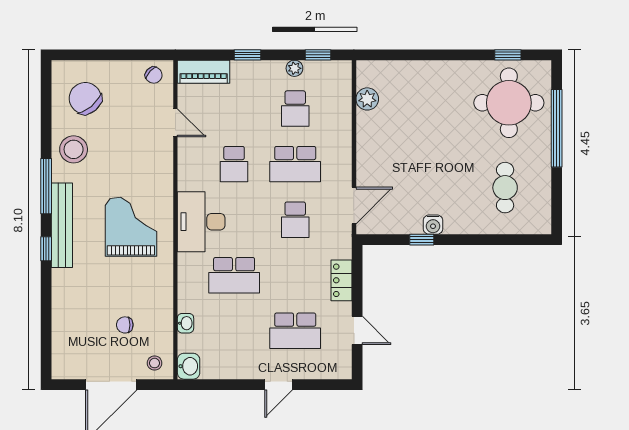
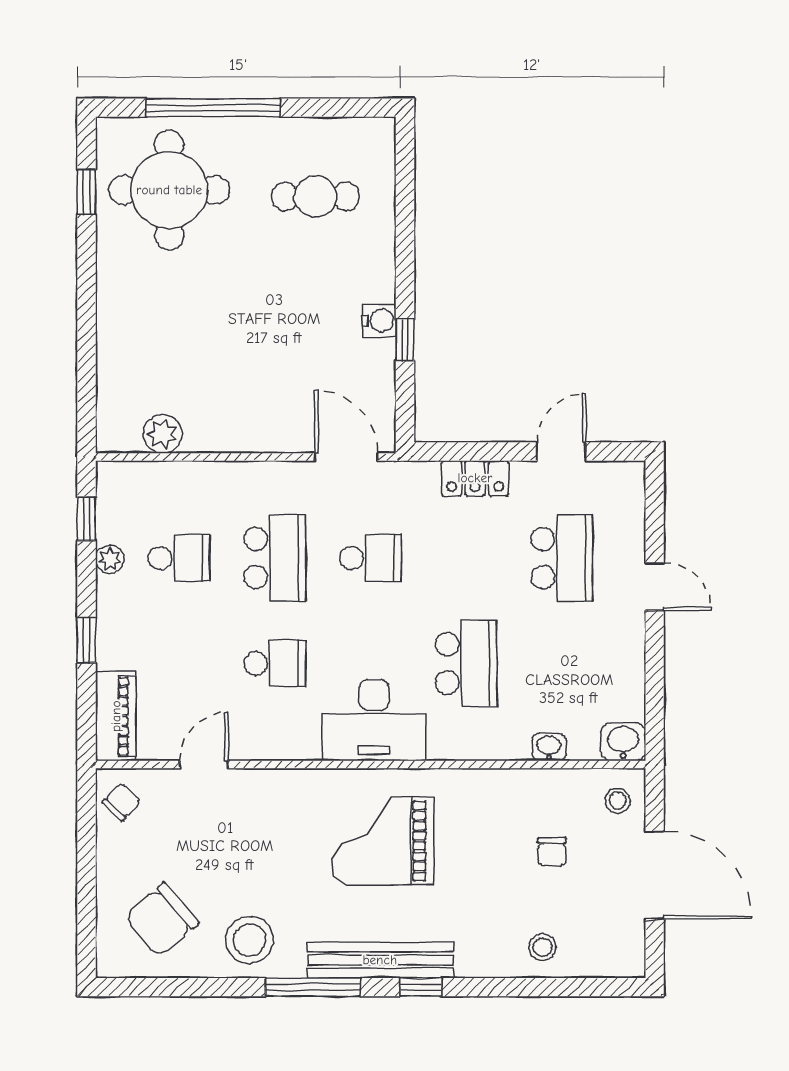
stool: (69, 319) -> (542, 947), added

